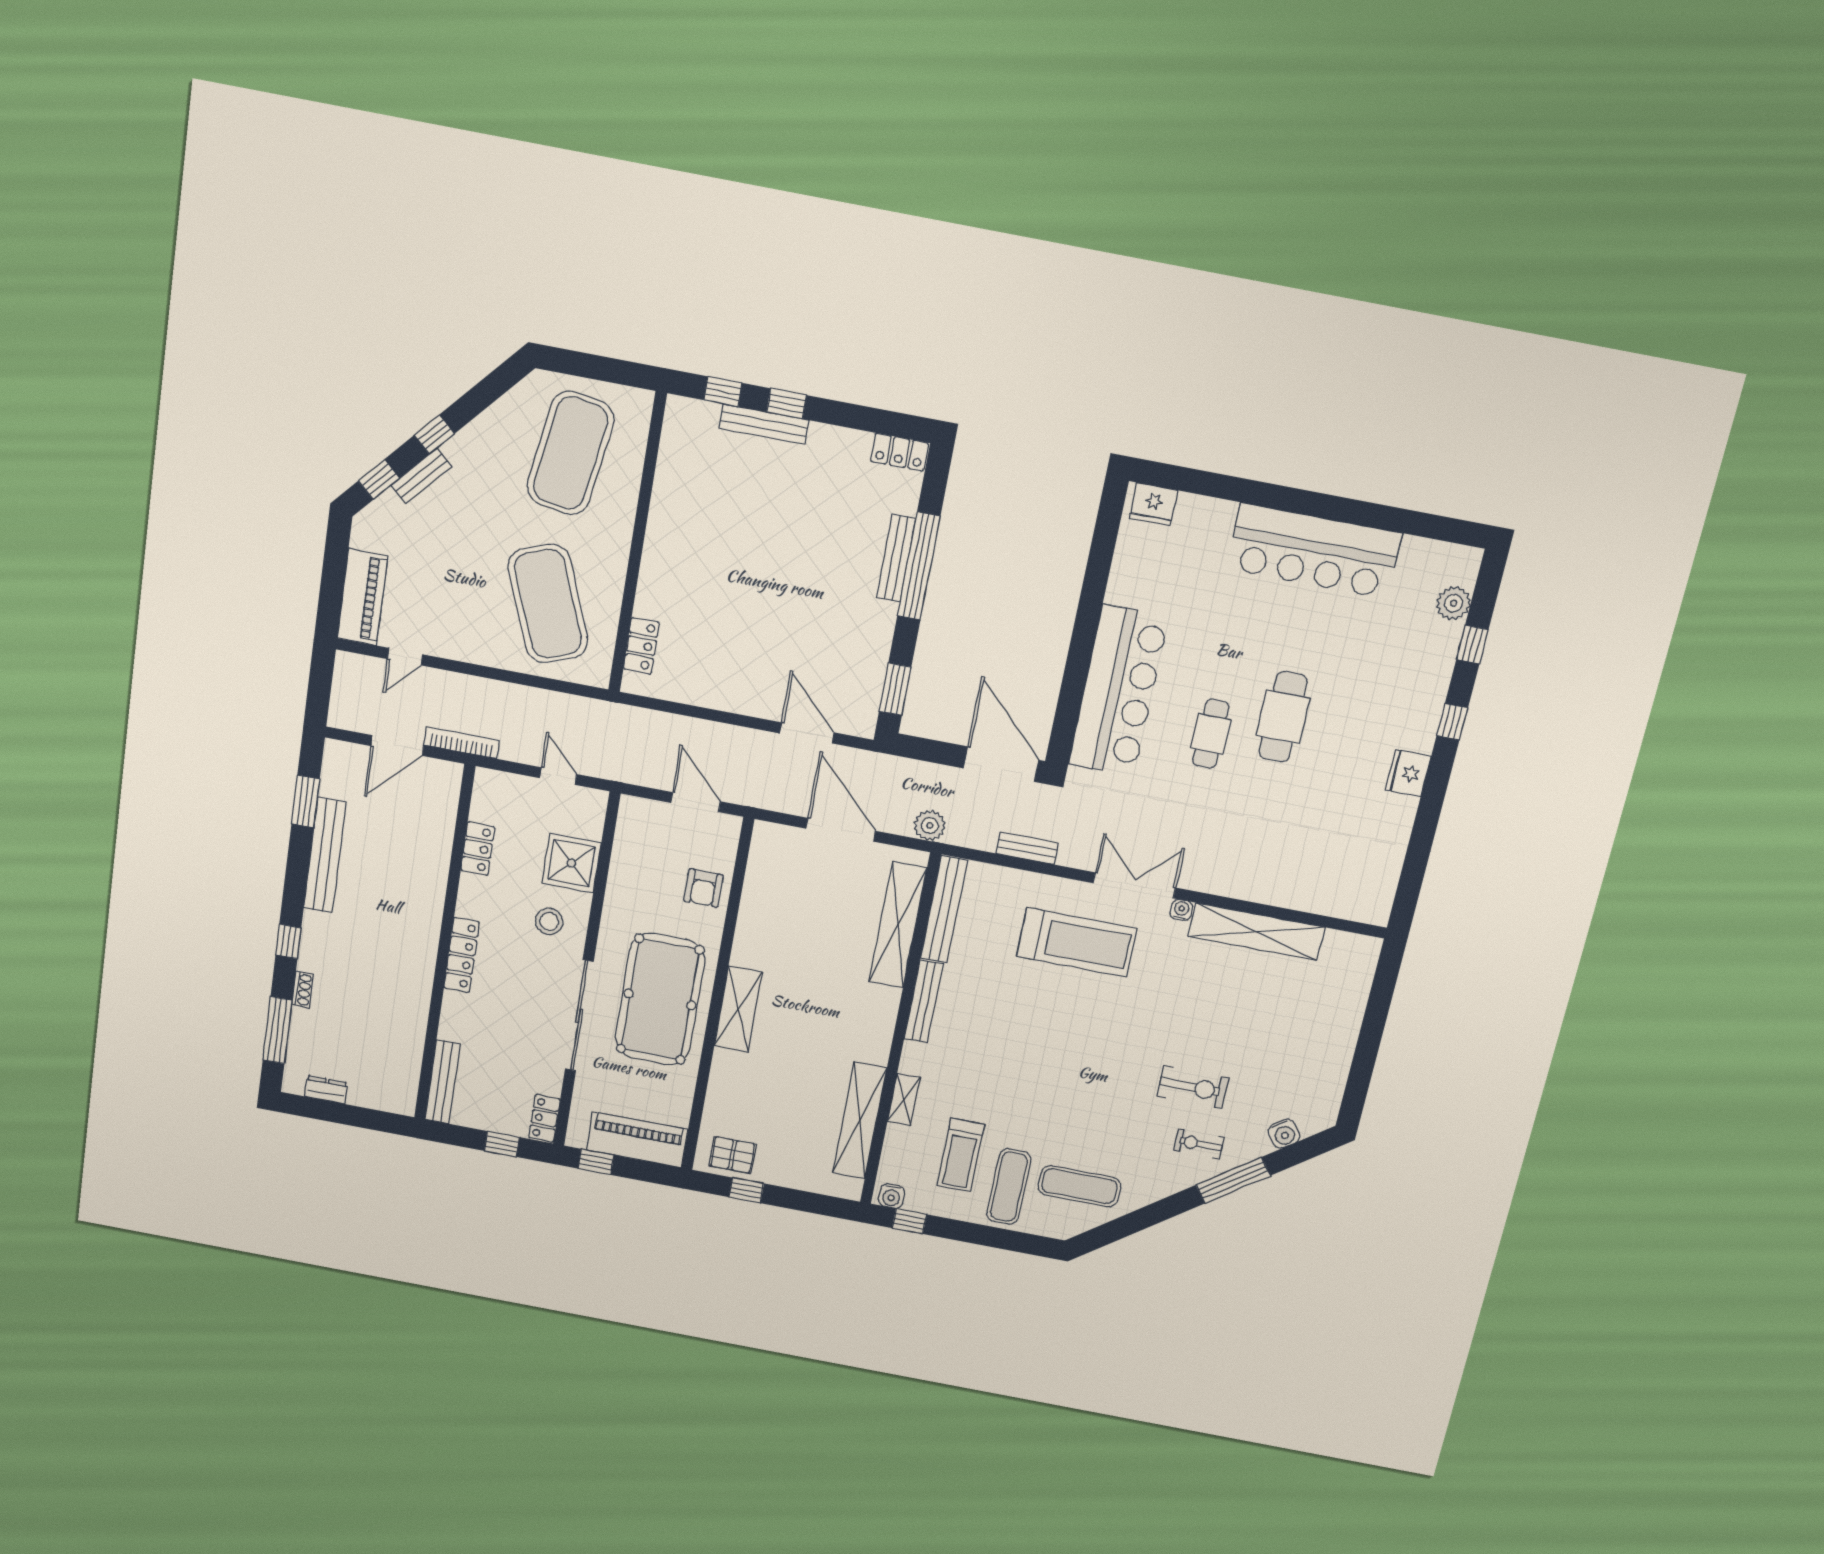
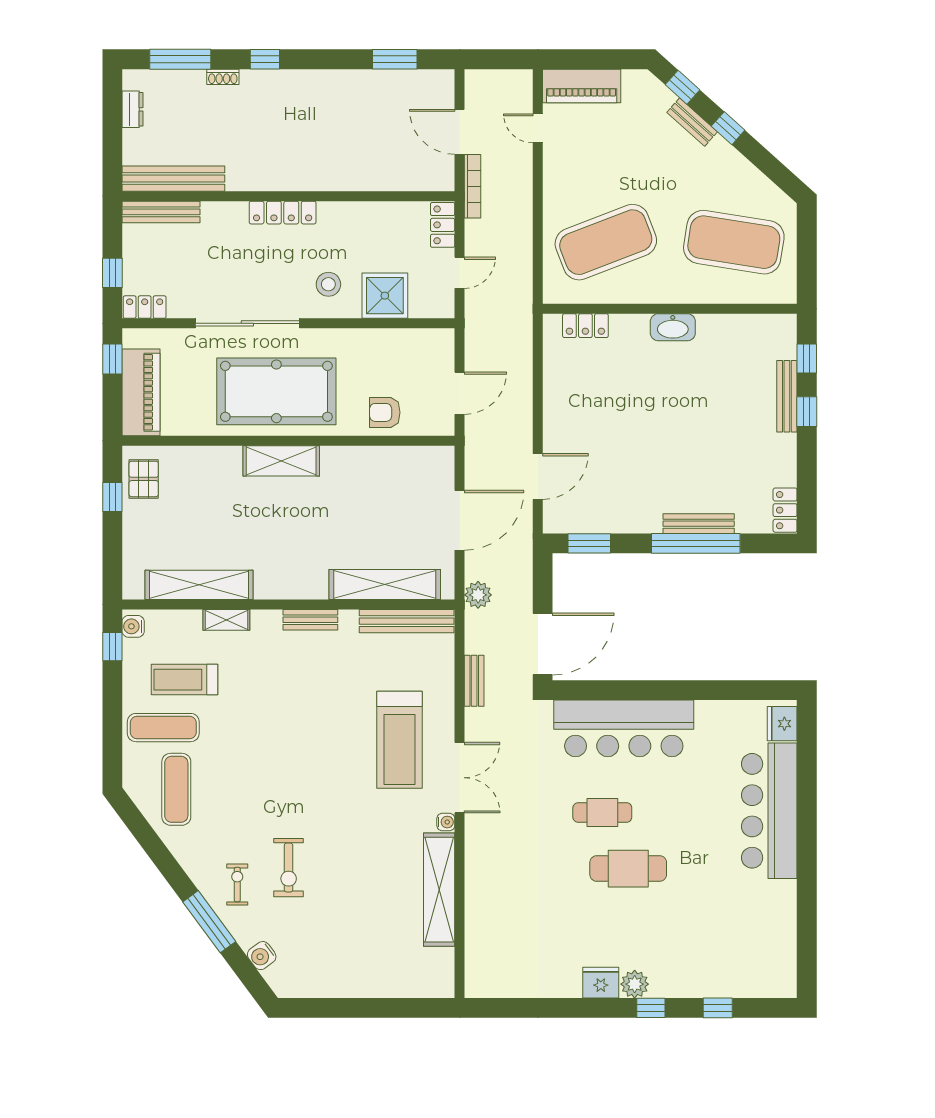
washbasin: (660, 545) -> (673, 327), added
bar counter: (1314, 551) -> (769, 811), moved
plant: (1454, 603) -> (635, 984), moved
locker: (478, 849) -> (443, 225), moved, turned 90
bench: (325, 855) -> (173, 179), moved
bench: (924, 1001) -> (310, 620), width x0.73

